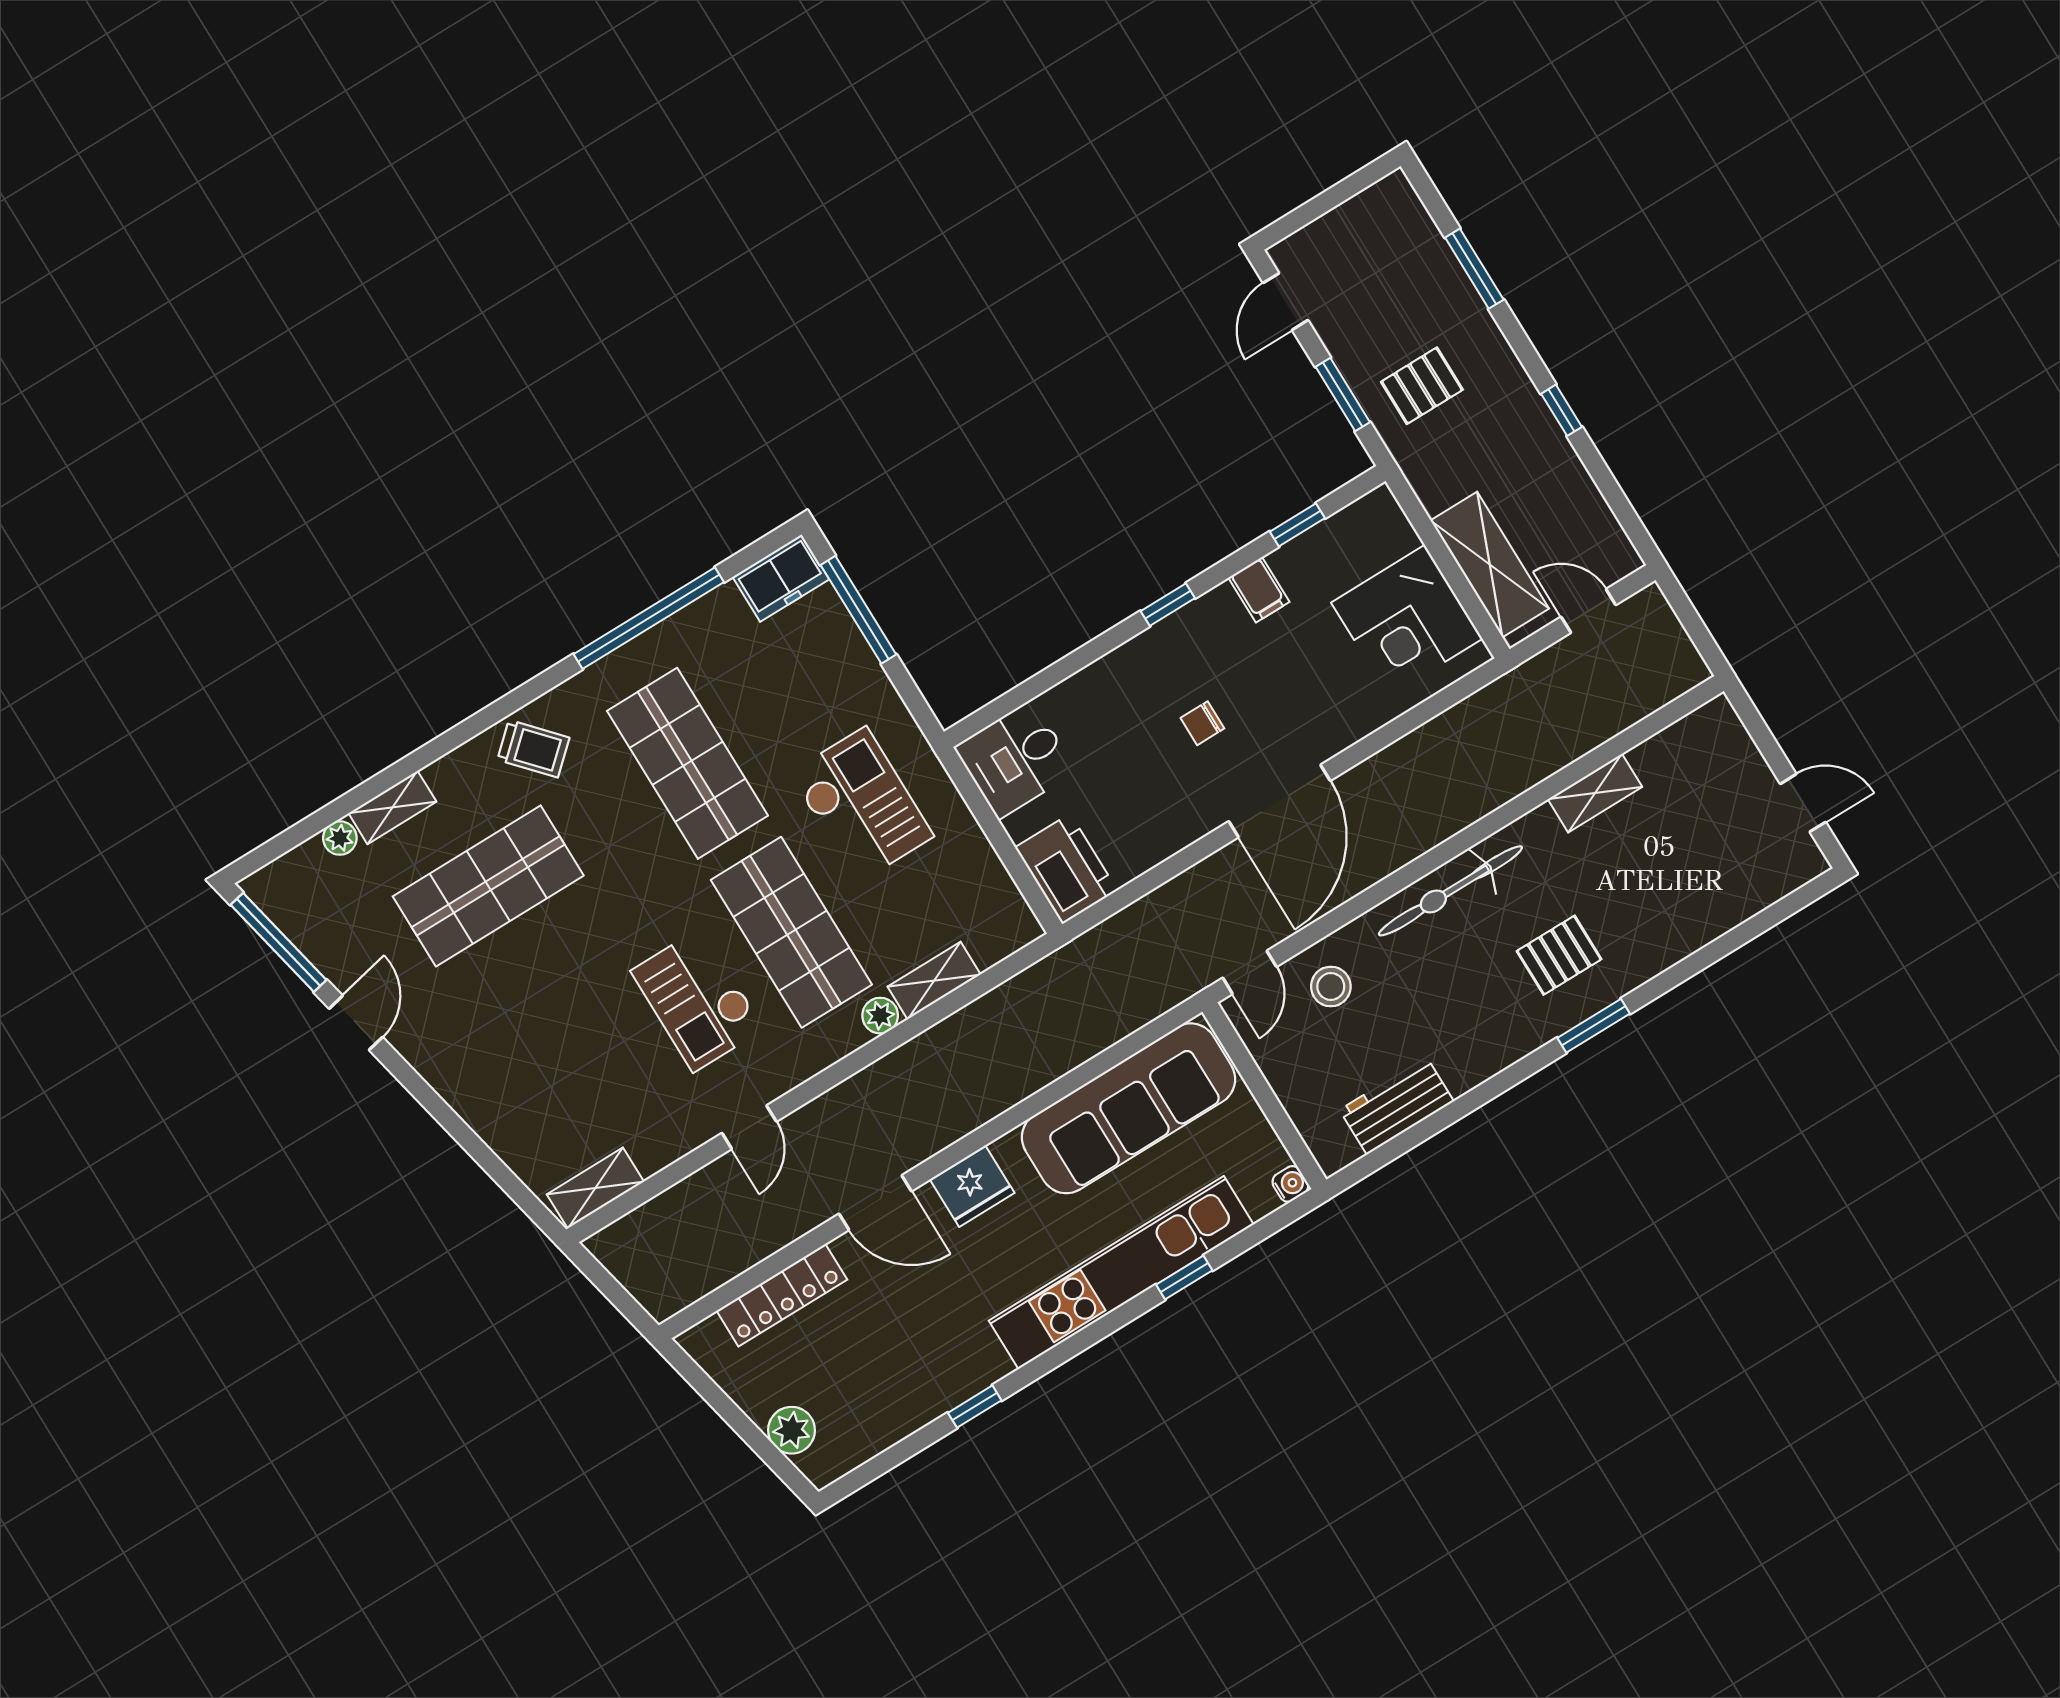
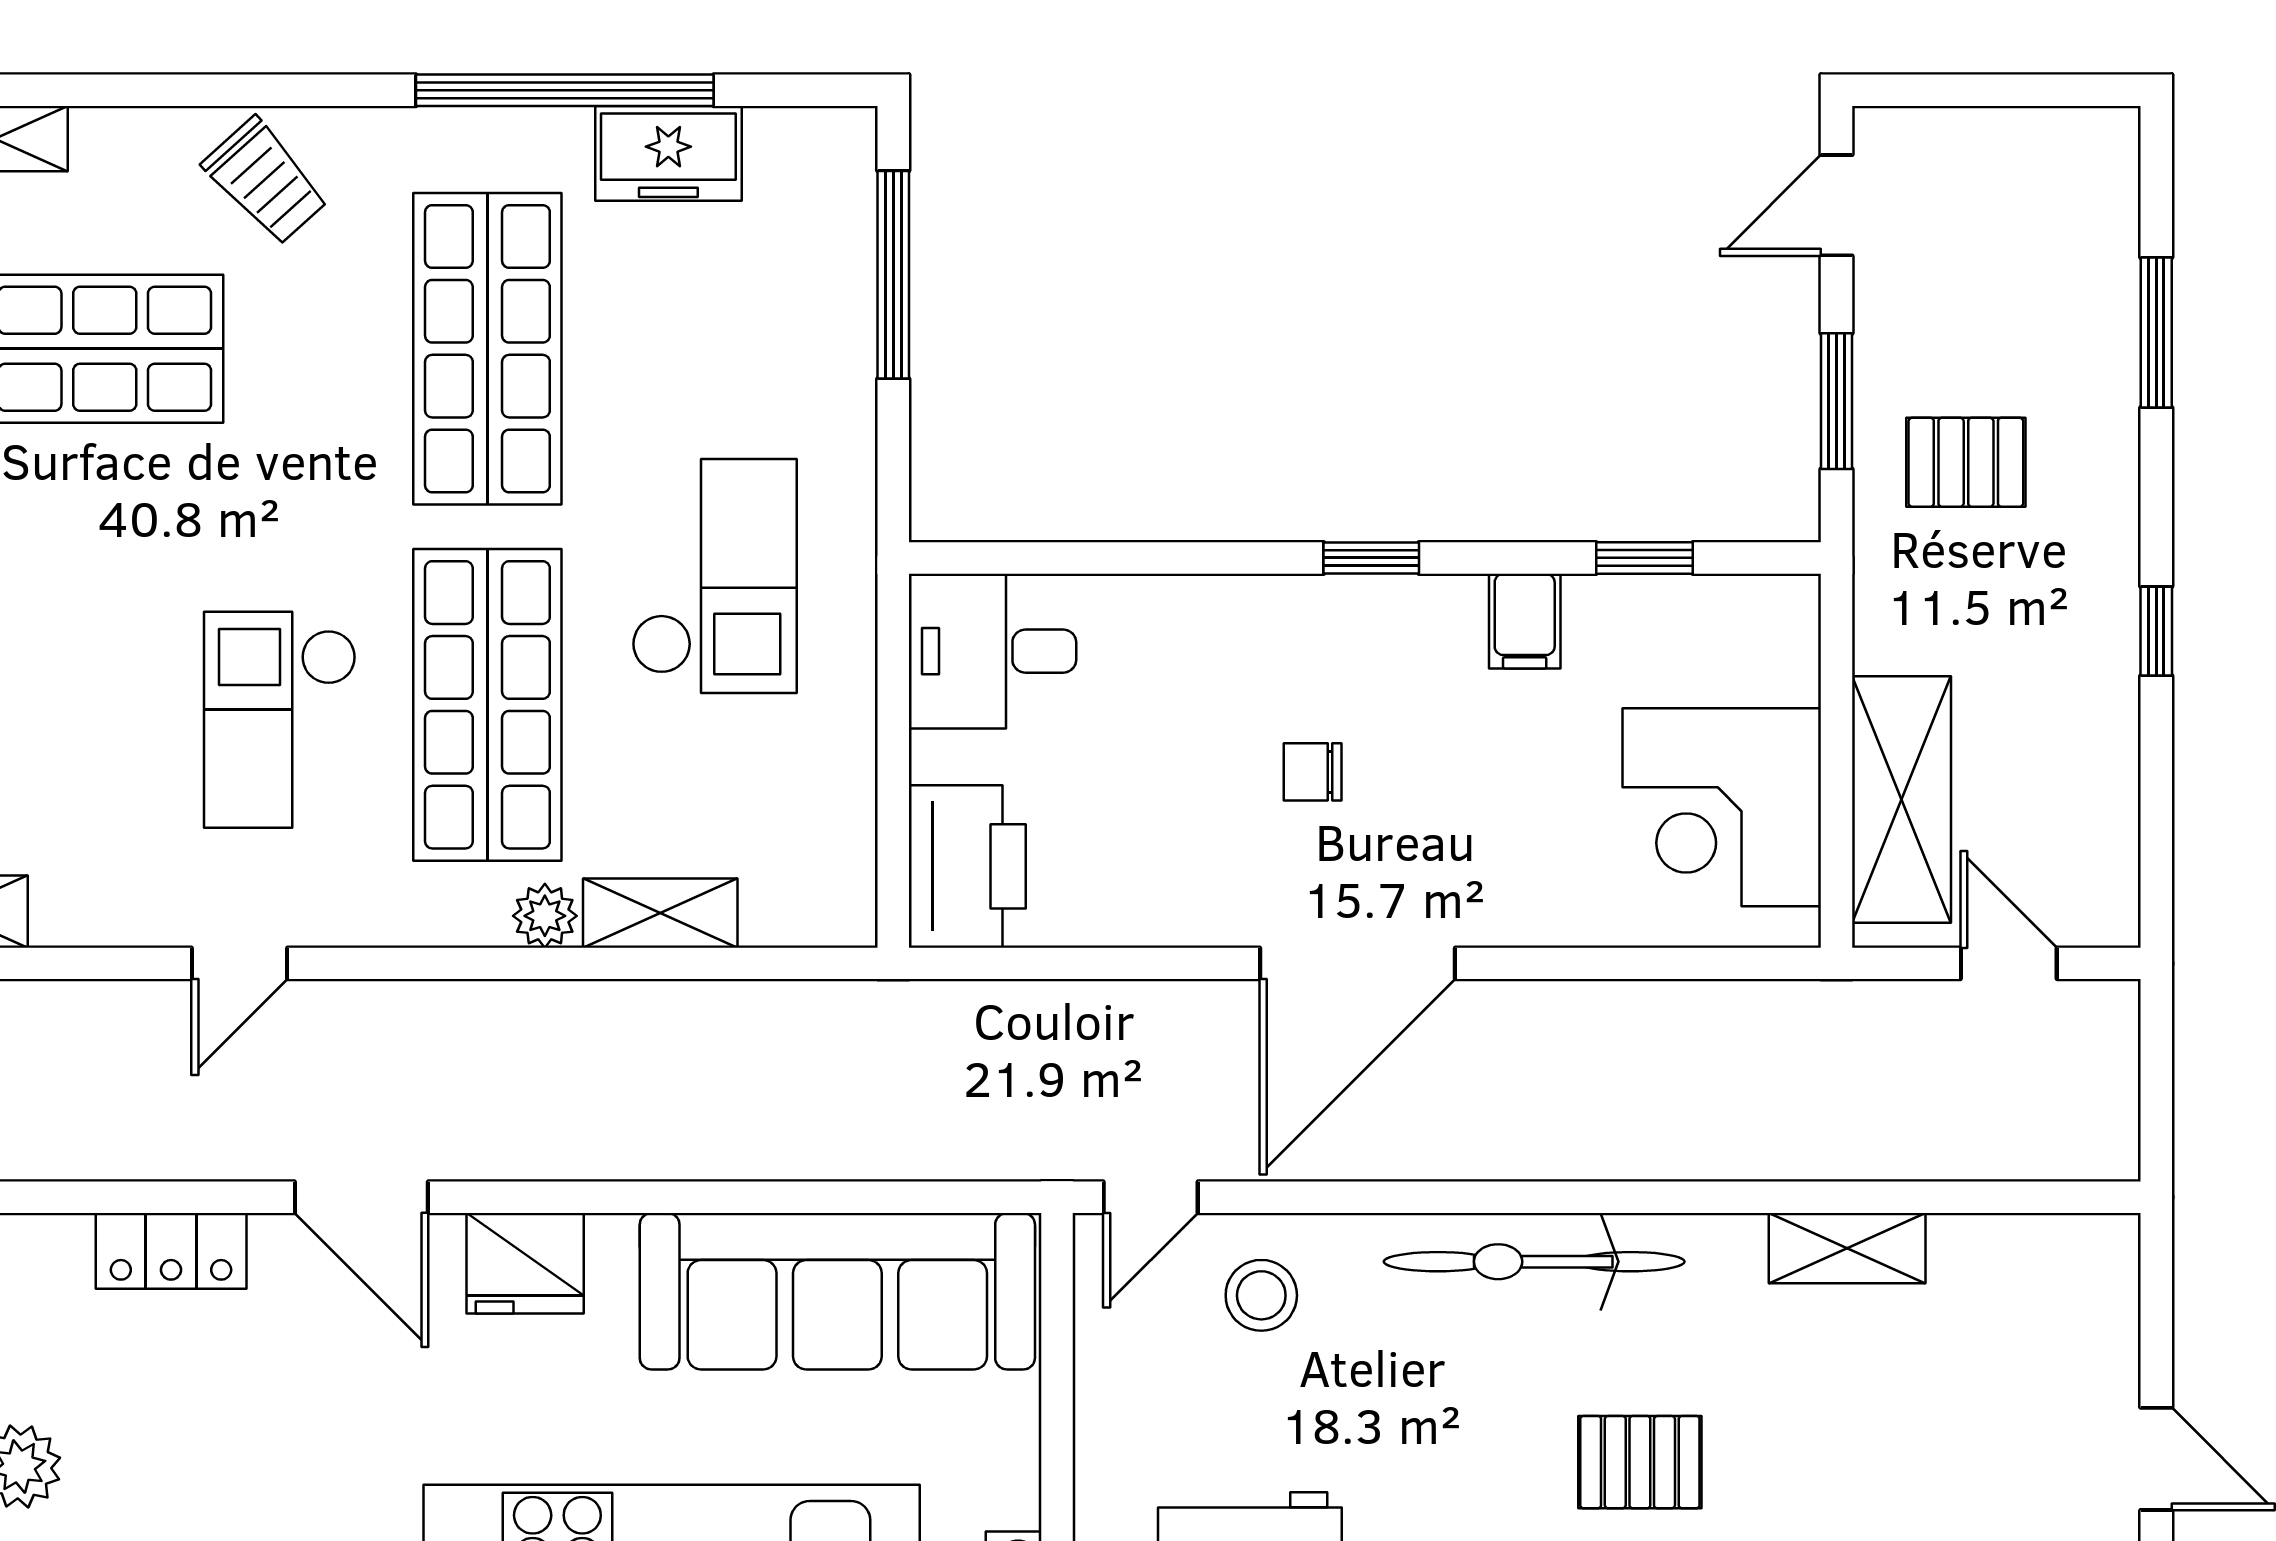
freezer: (781, 578) -> (668, 153), moved
locker: (782, 1295) -> (171, 1251), width x0.66

